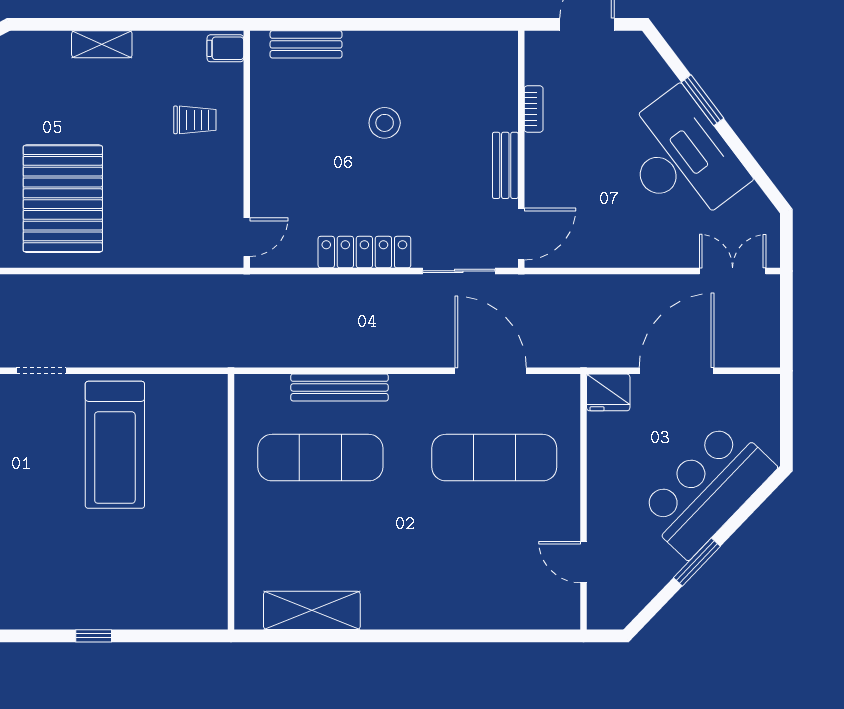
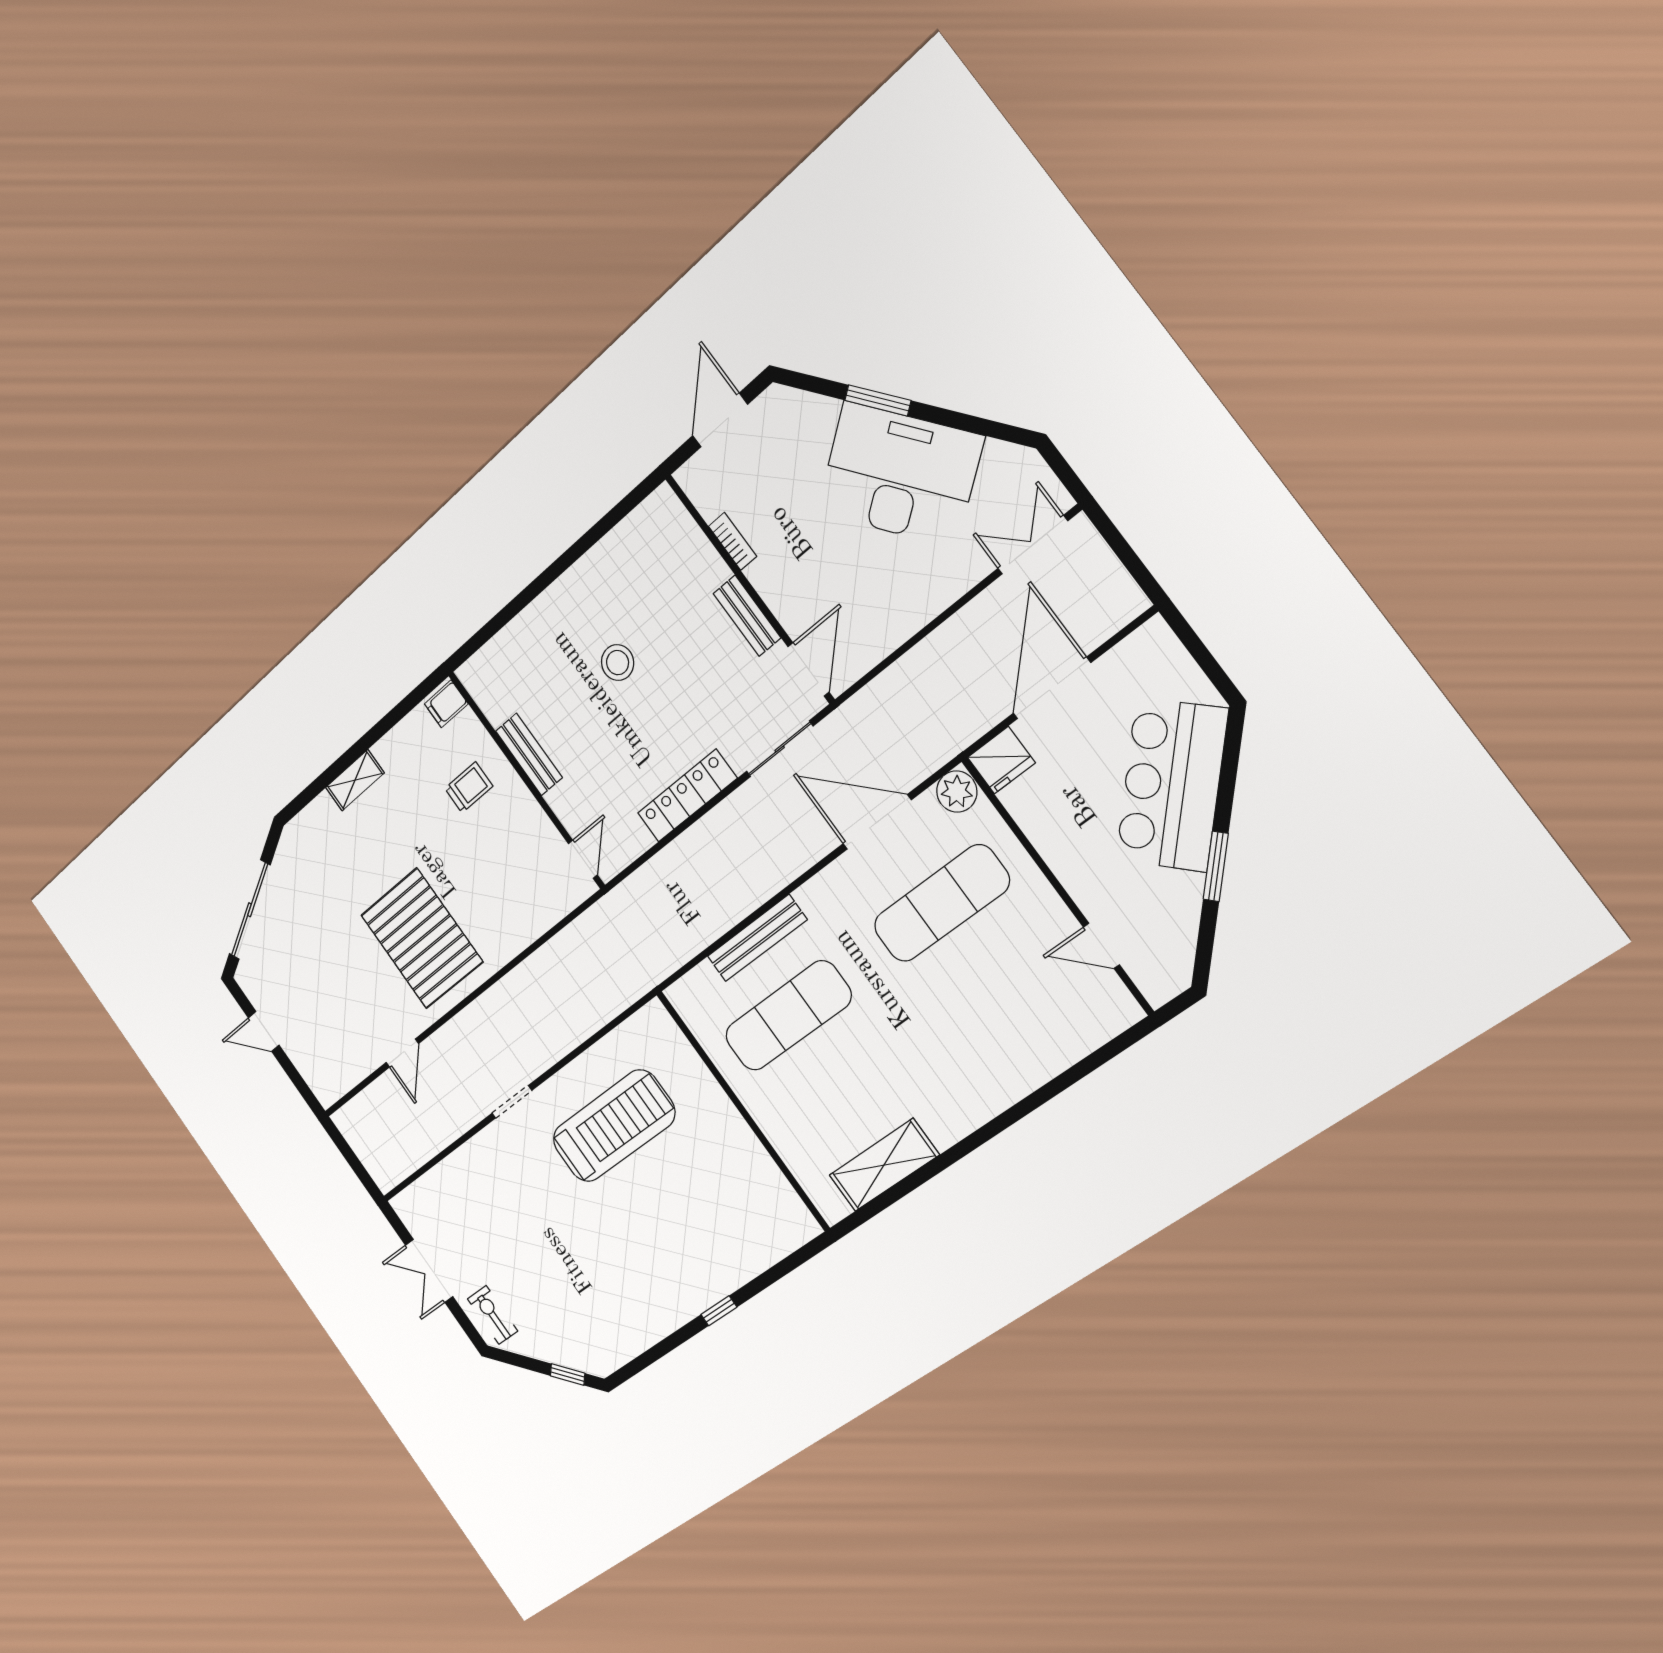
bench: (306, 44) -> (529, 754), moved, turned 90
plant: (562, 391) -> (957, 792), added
treadmill: (115, 445) -> (614, 1126), turned -90

